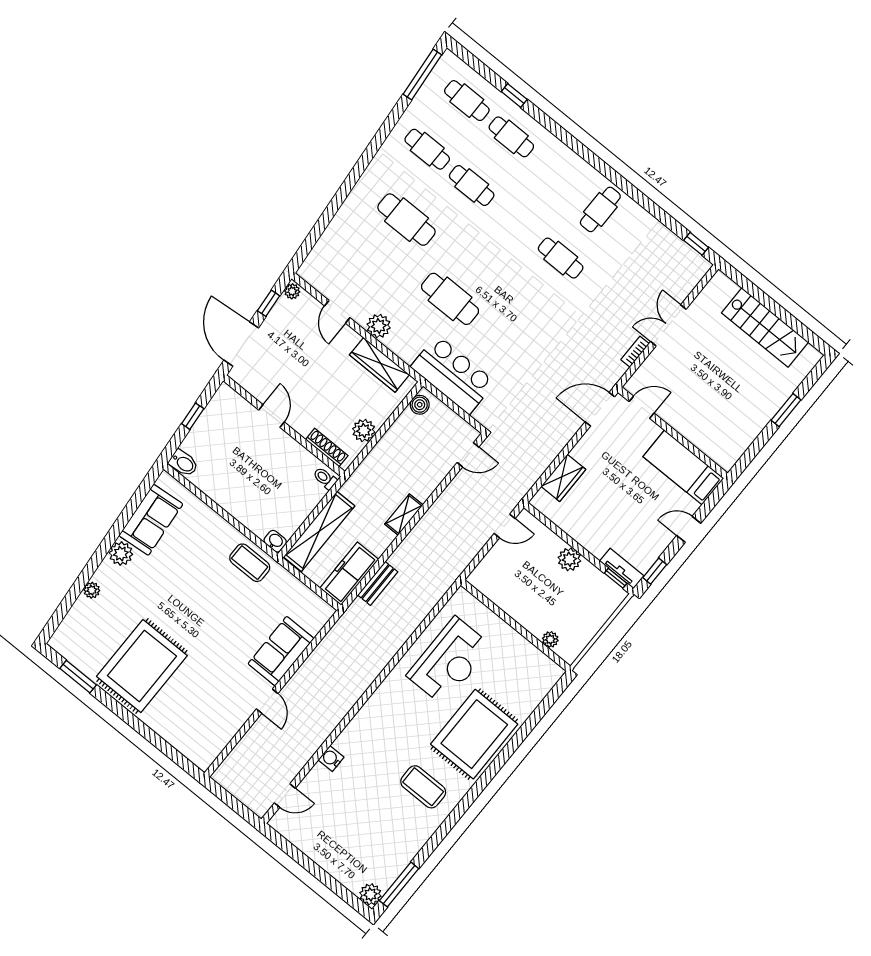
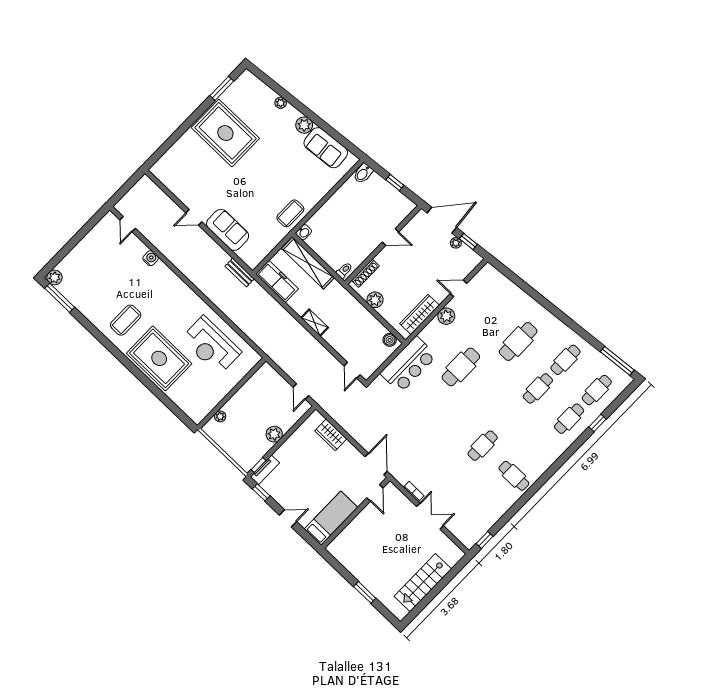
plant: (292, 291) -> (456, 243), moved
door: (689, 529) -> (288, 518), hinge flipped
bench: (378, 583) -> (240, 273), moved

